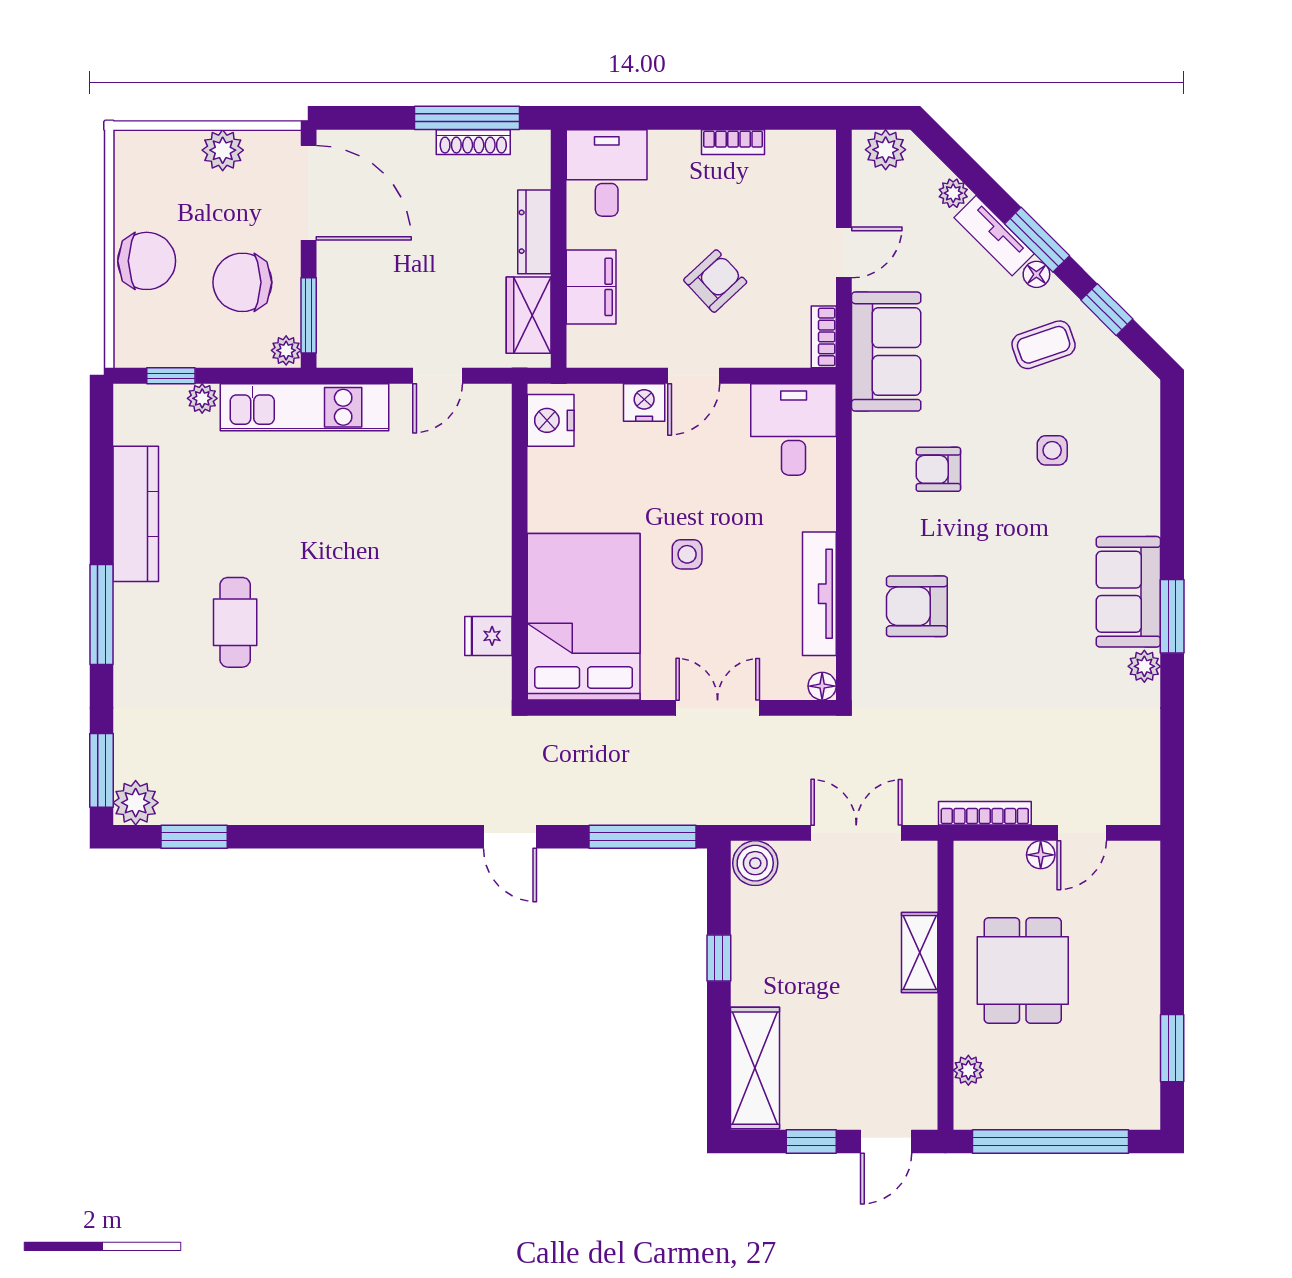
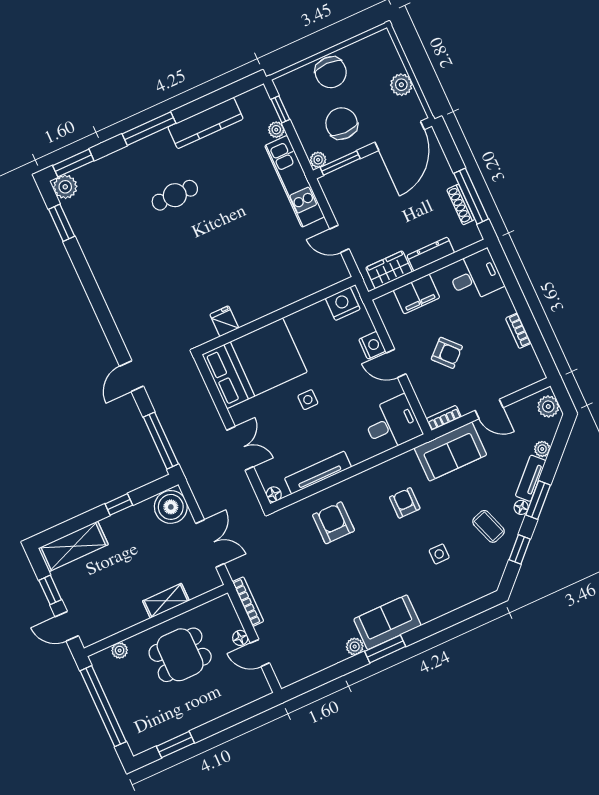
boiler: (755, 863) -> (171, 507), width x1.37, depth x1.37

